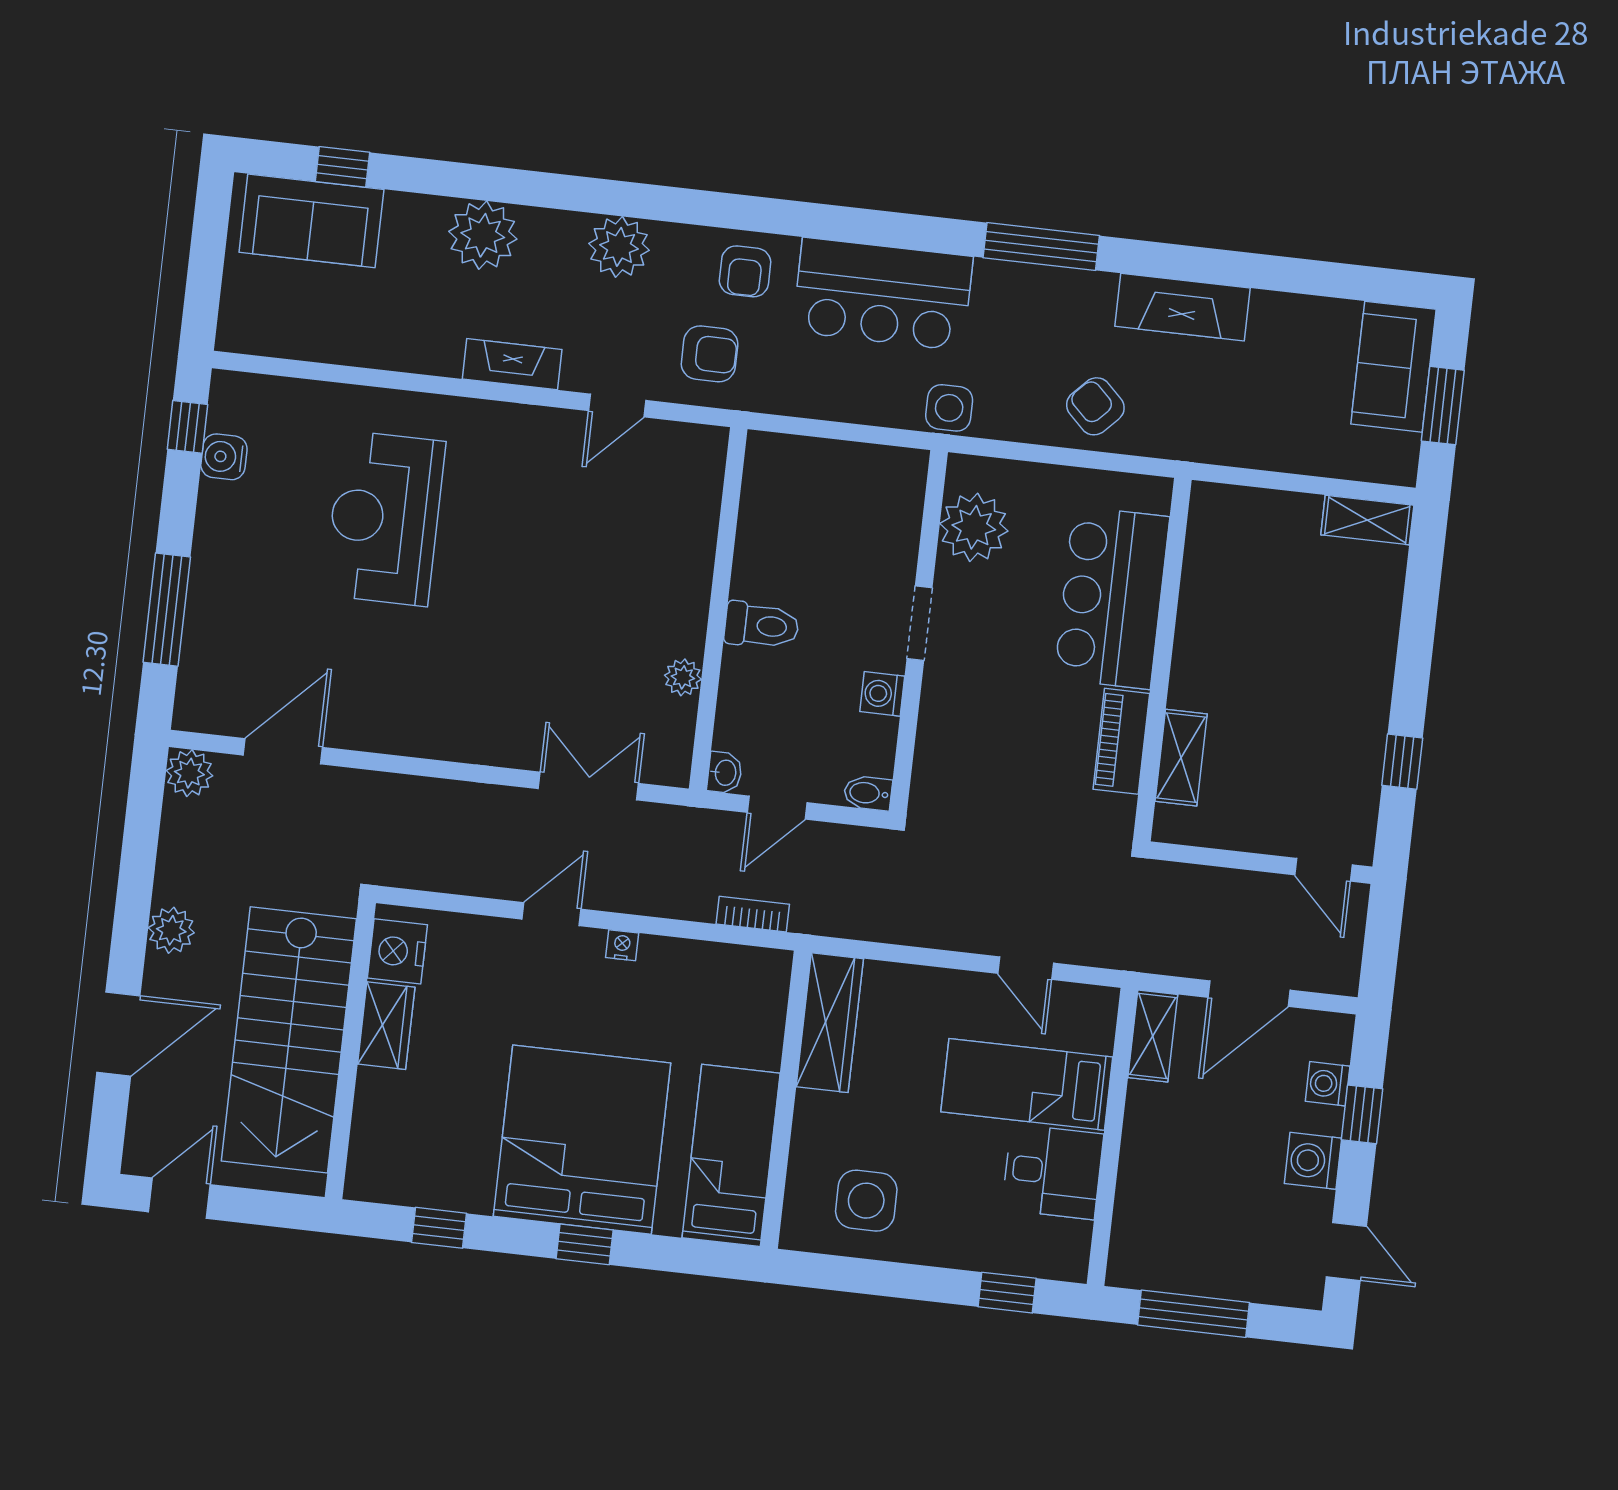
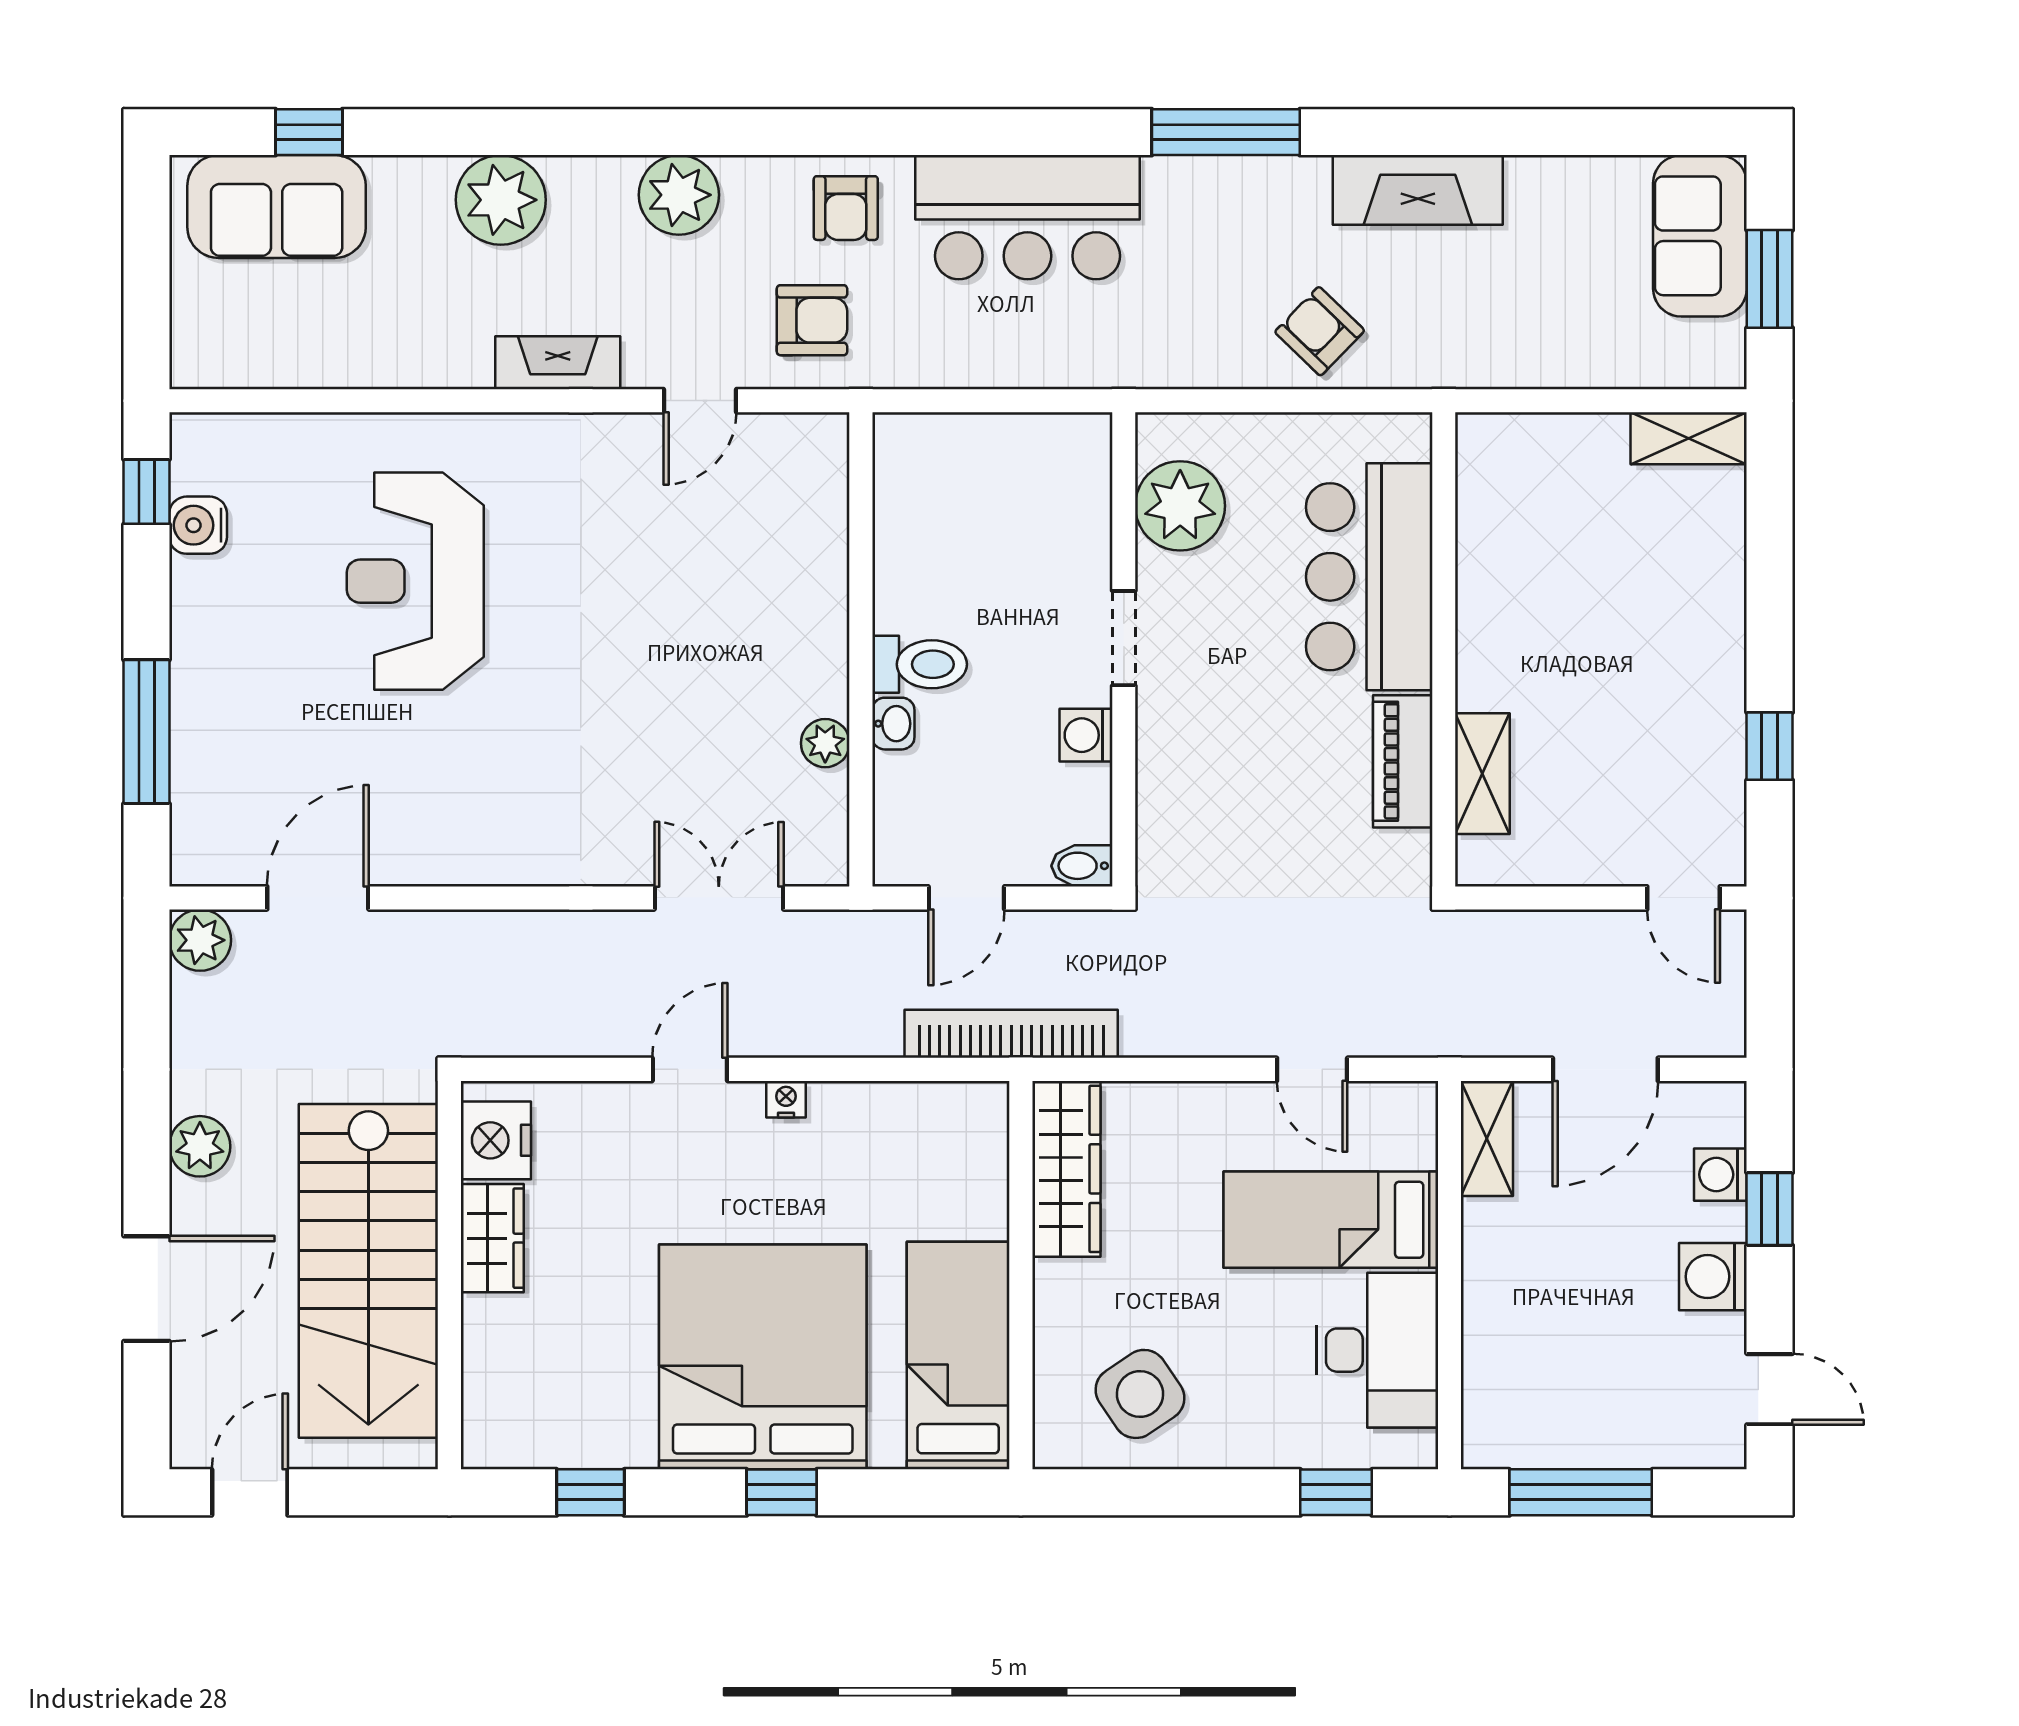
side table: (949, 408) -> (1130, 355), removed
washbasin: (725, 773) -> (893, 724), moved
bookcase: (753, 914) -> (1011, 1034), width x2.31, depth x1.31
desk: (1053, 1172) -> (1377, 1350), width x1.37
side table: (866, 1201) -> (1140, 1394), turned -34

